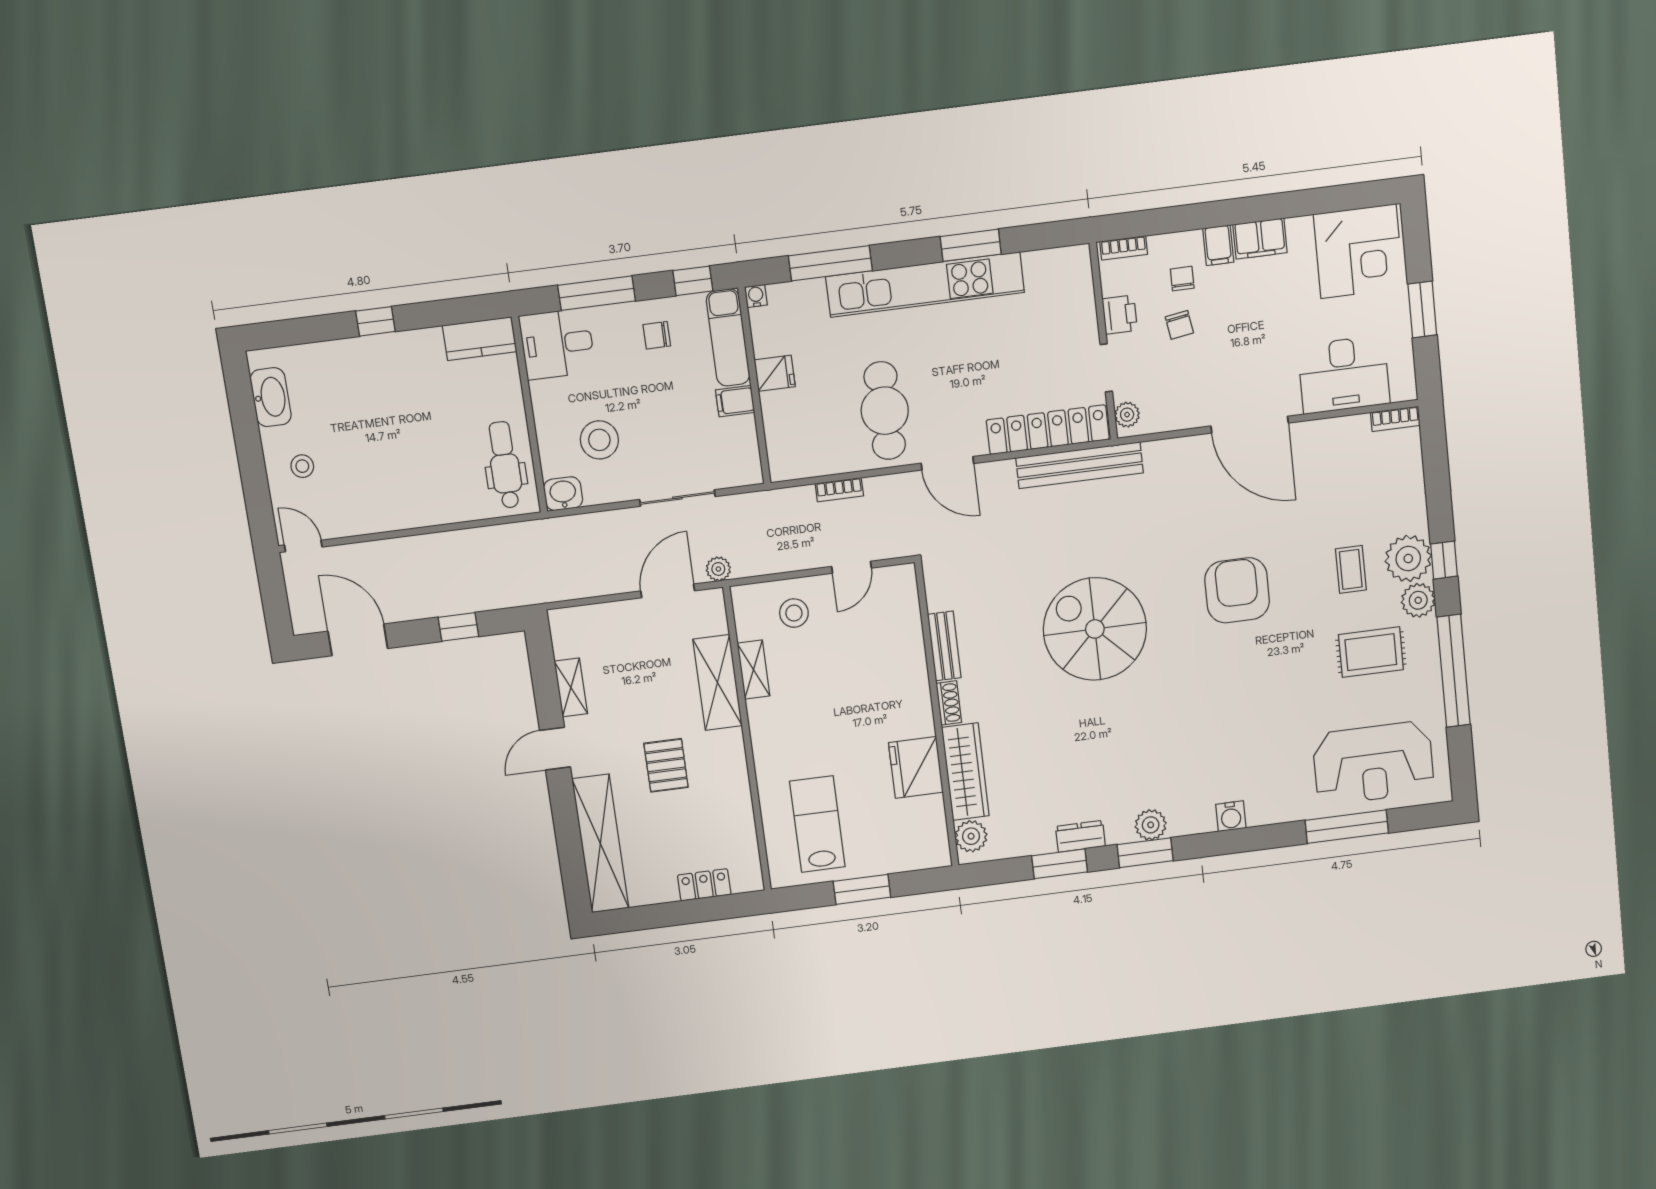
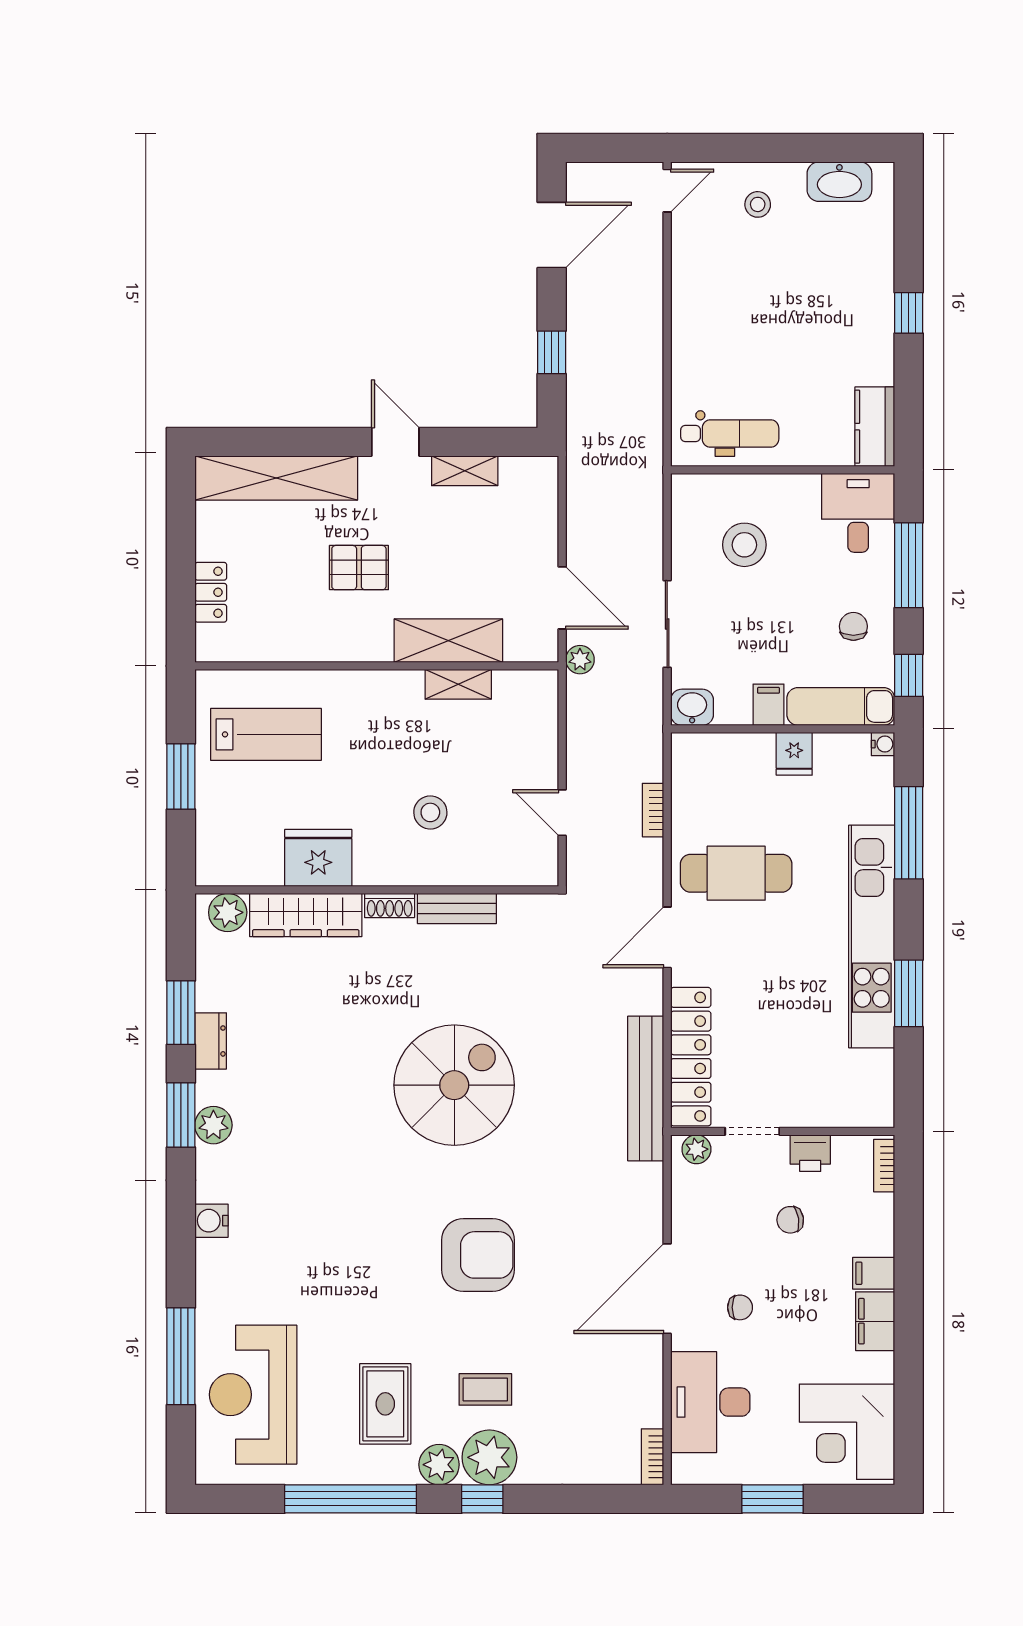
chair: (1182, 279) -> (740, 1307), moved
washbasin: (563, 494) -> (692, 707), moved, turned -90
stool: (794, 613) -> (430, 812), moved

